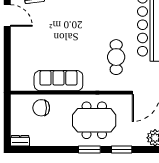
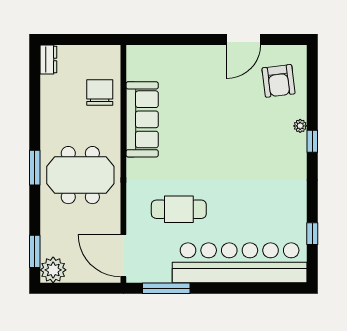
meeting table: (94, 120) -> (80, 175), turned 90
window: (122, 150) -> (35, 251), moved

